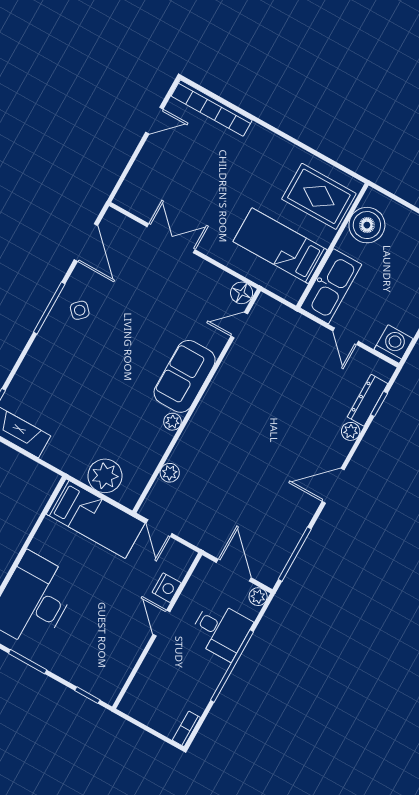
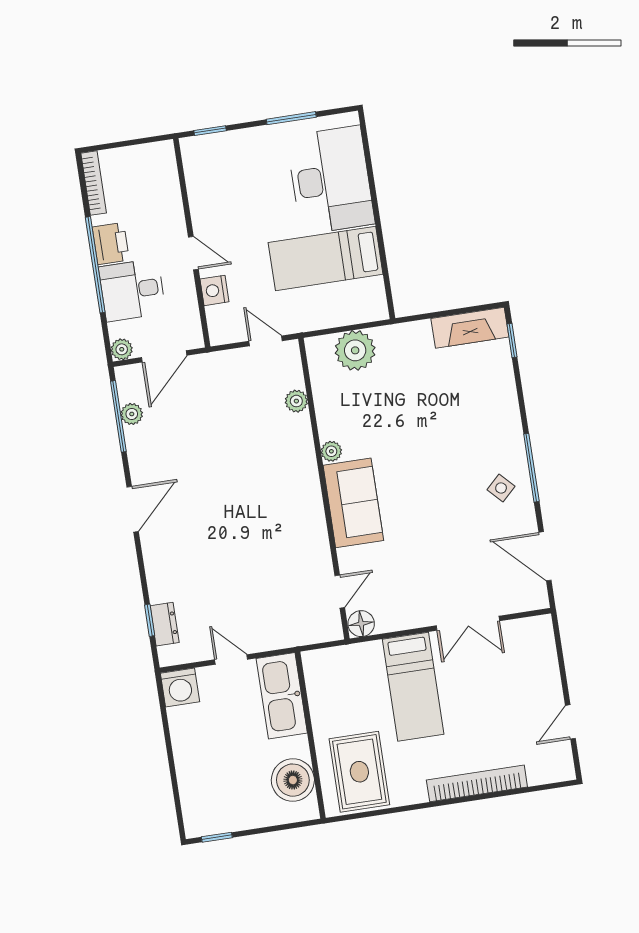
bookcase: (212, 108) -> (477, 783), moved
rug: (319, 196) -> (359, 772), turned 90
bed: (280, 246) -> (413, 687), moved, turned 90
dresser: (368, 400) -> (165, 624), width x0.70
plant: (351, 431) -> (132, 414), moved
bed: (96, 519) -> (326, 258), moved
door: (234, 570) -> (164, 356), hinge flipped
printer: (211, 672) -> (111, 243), added
bookcase: (186, 729) -> (94, 183), width x1.56

